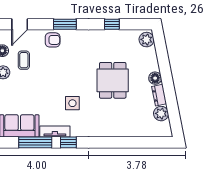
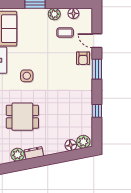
door: (20, 24) -> (97, 41), moved
floor lamp: (155, 78) -> (71, 145), moved
dining table: (113, 80) -> (22, 117), moved

